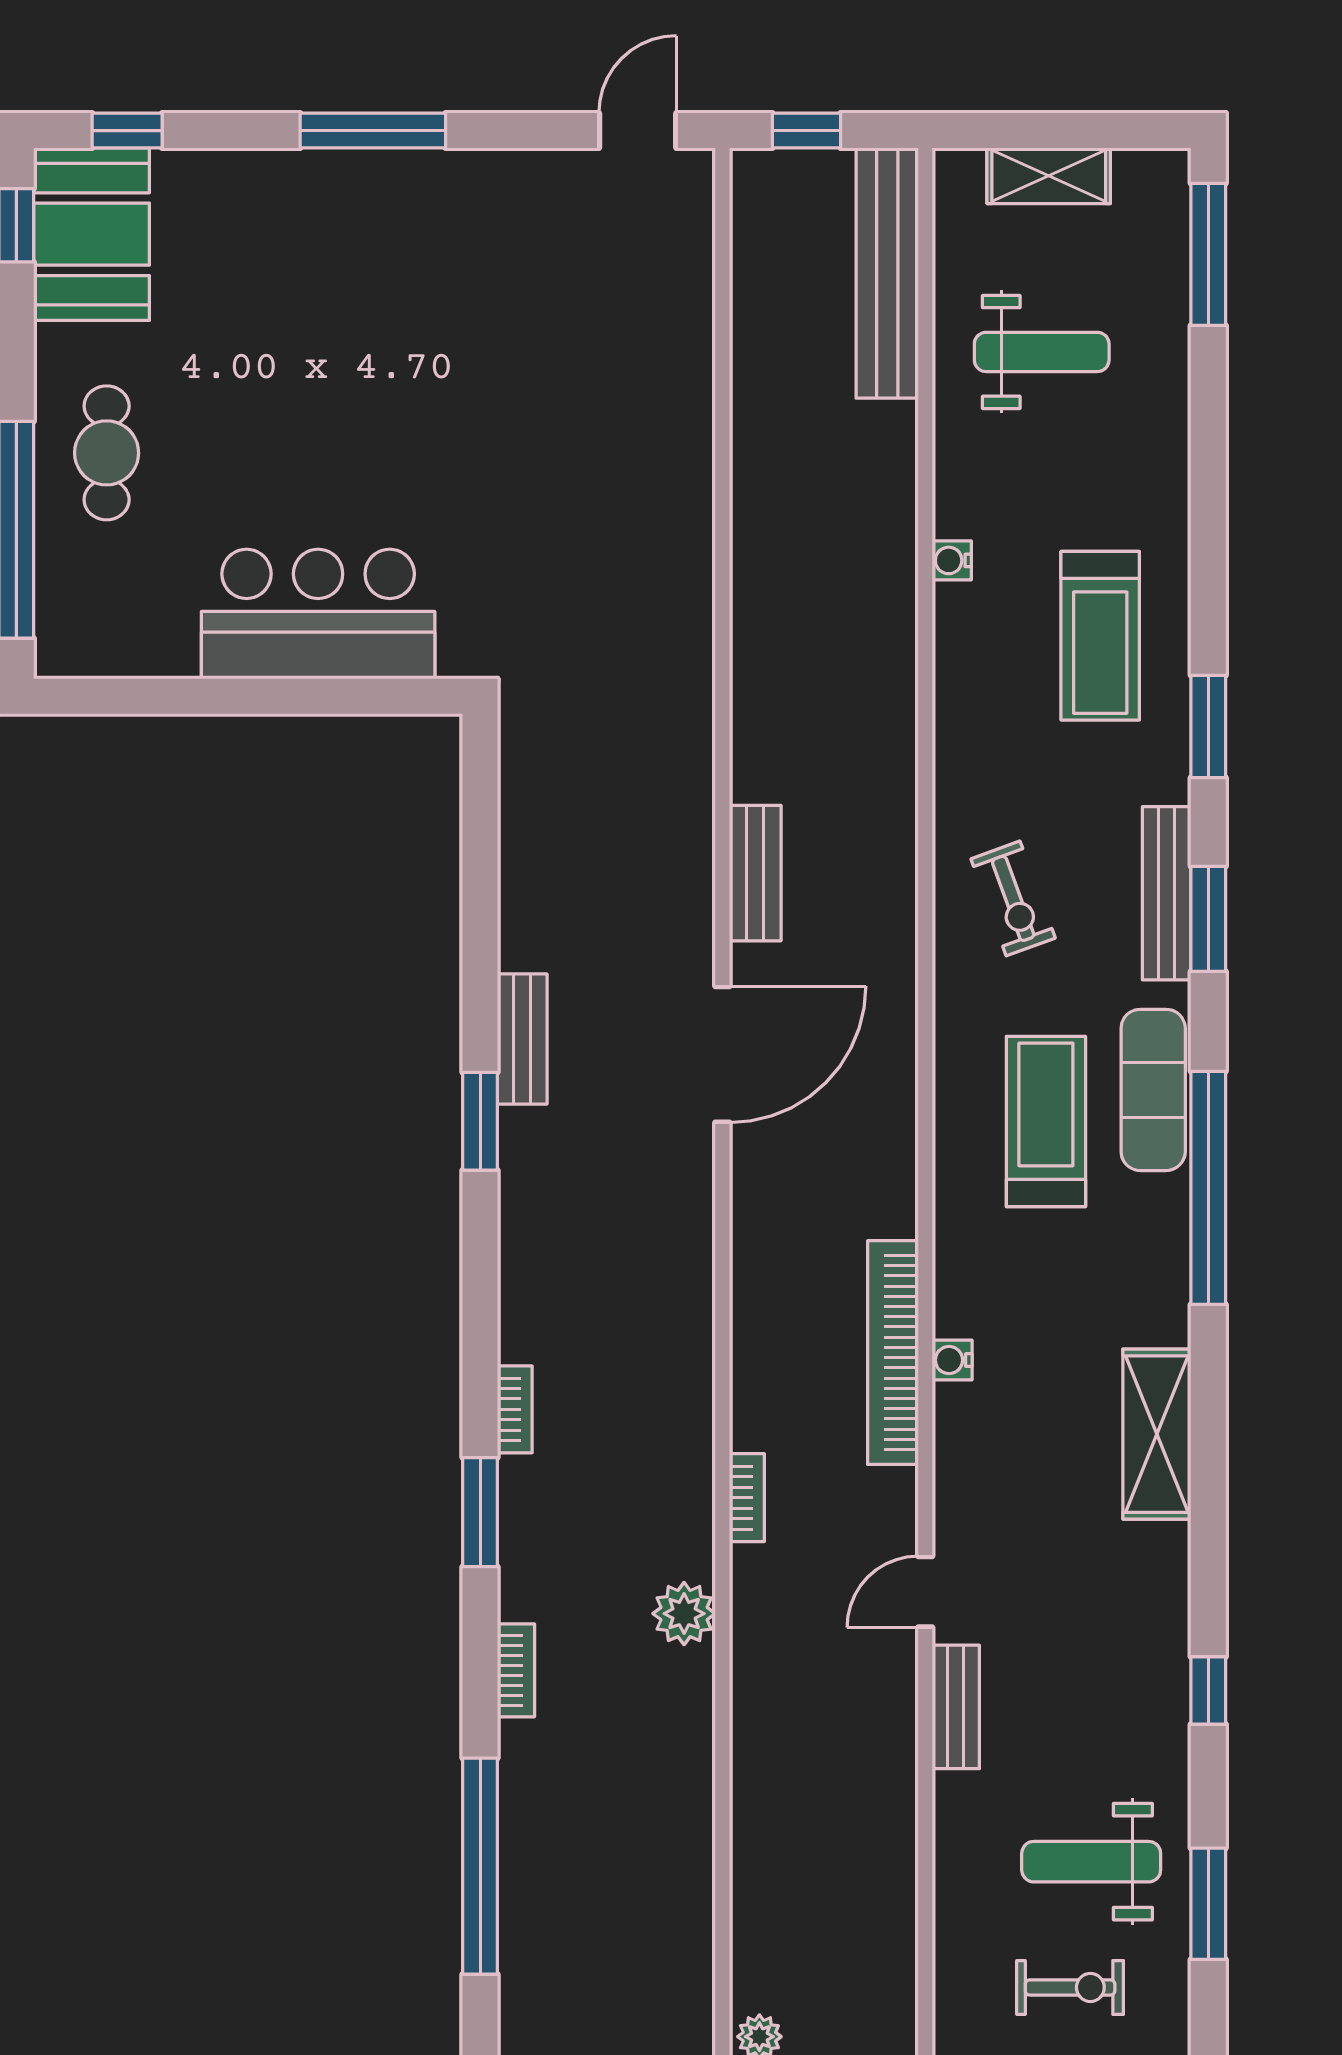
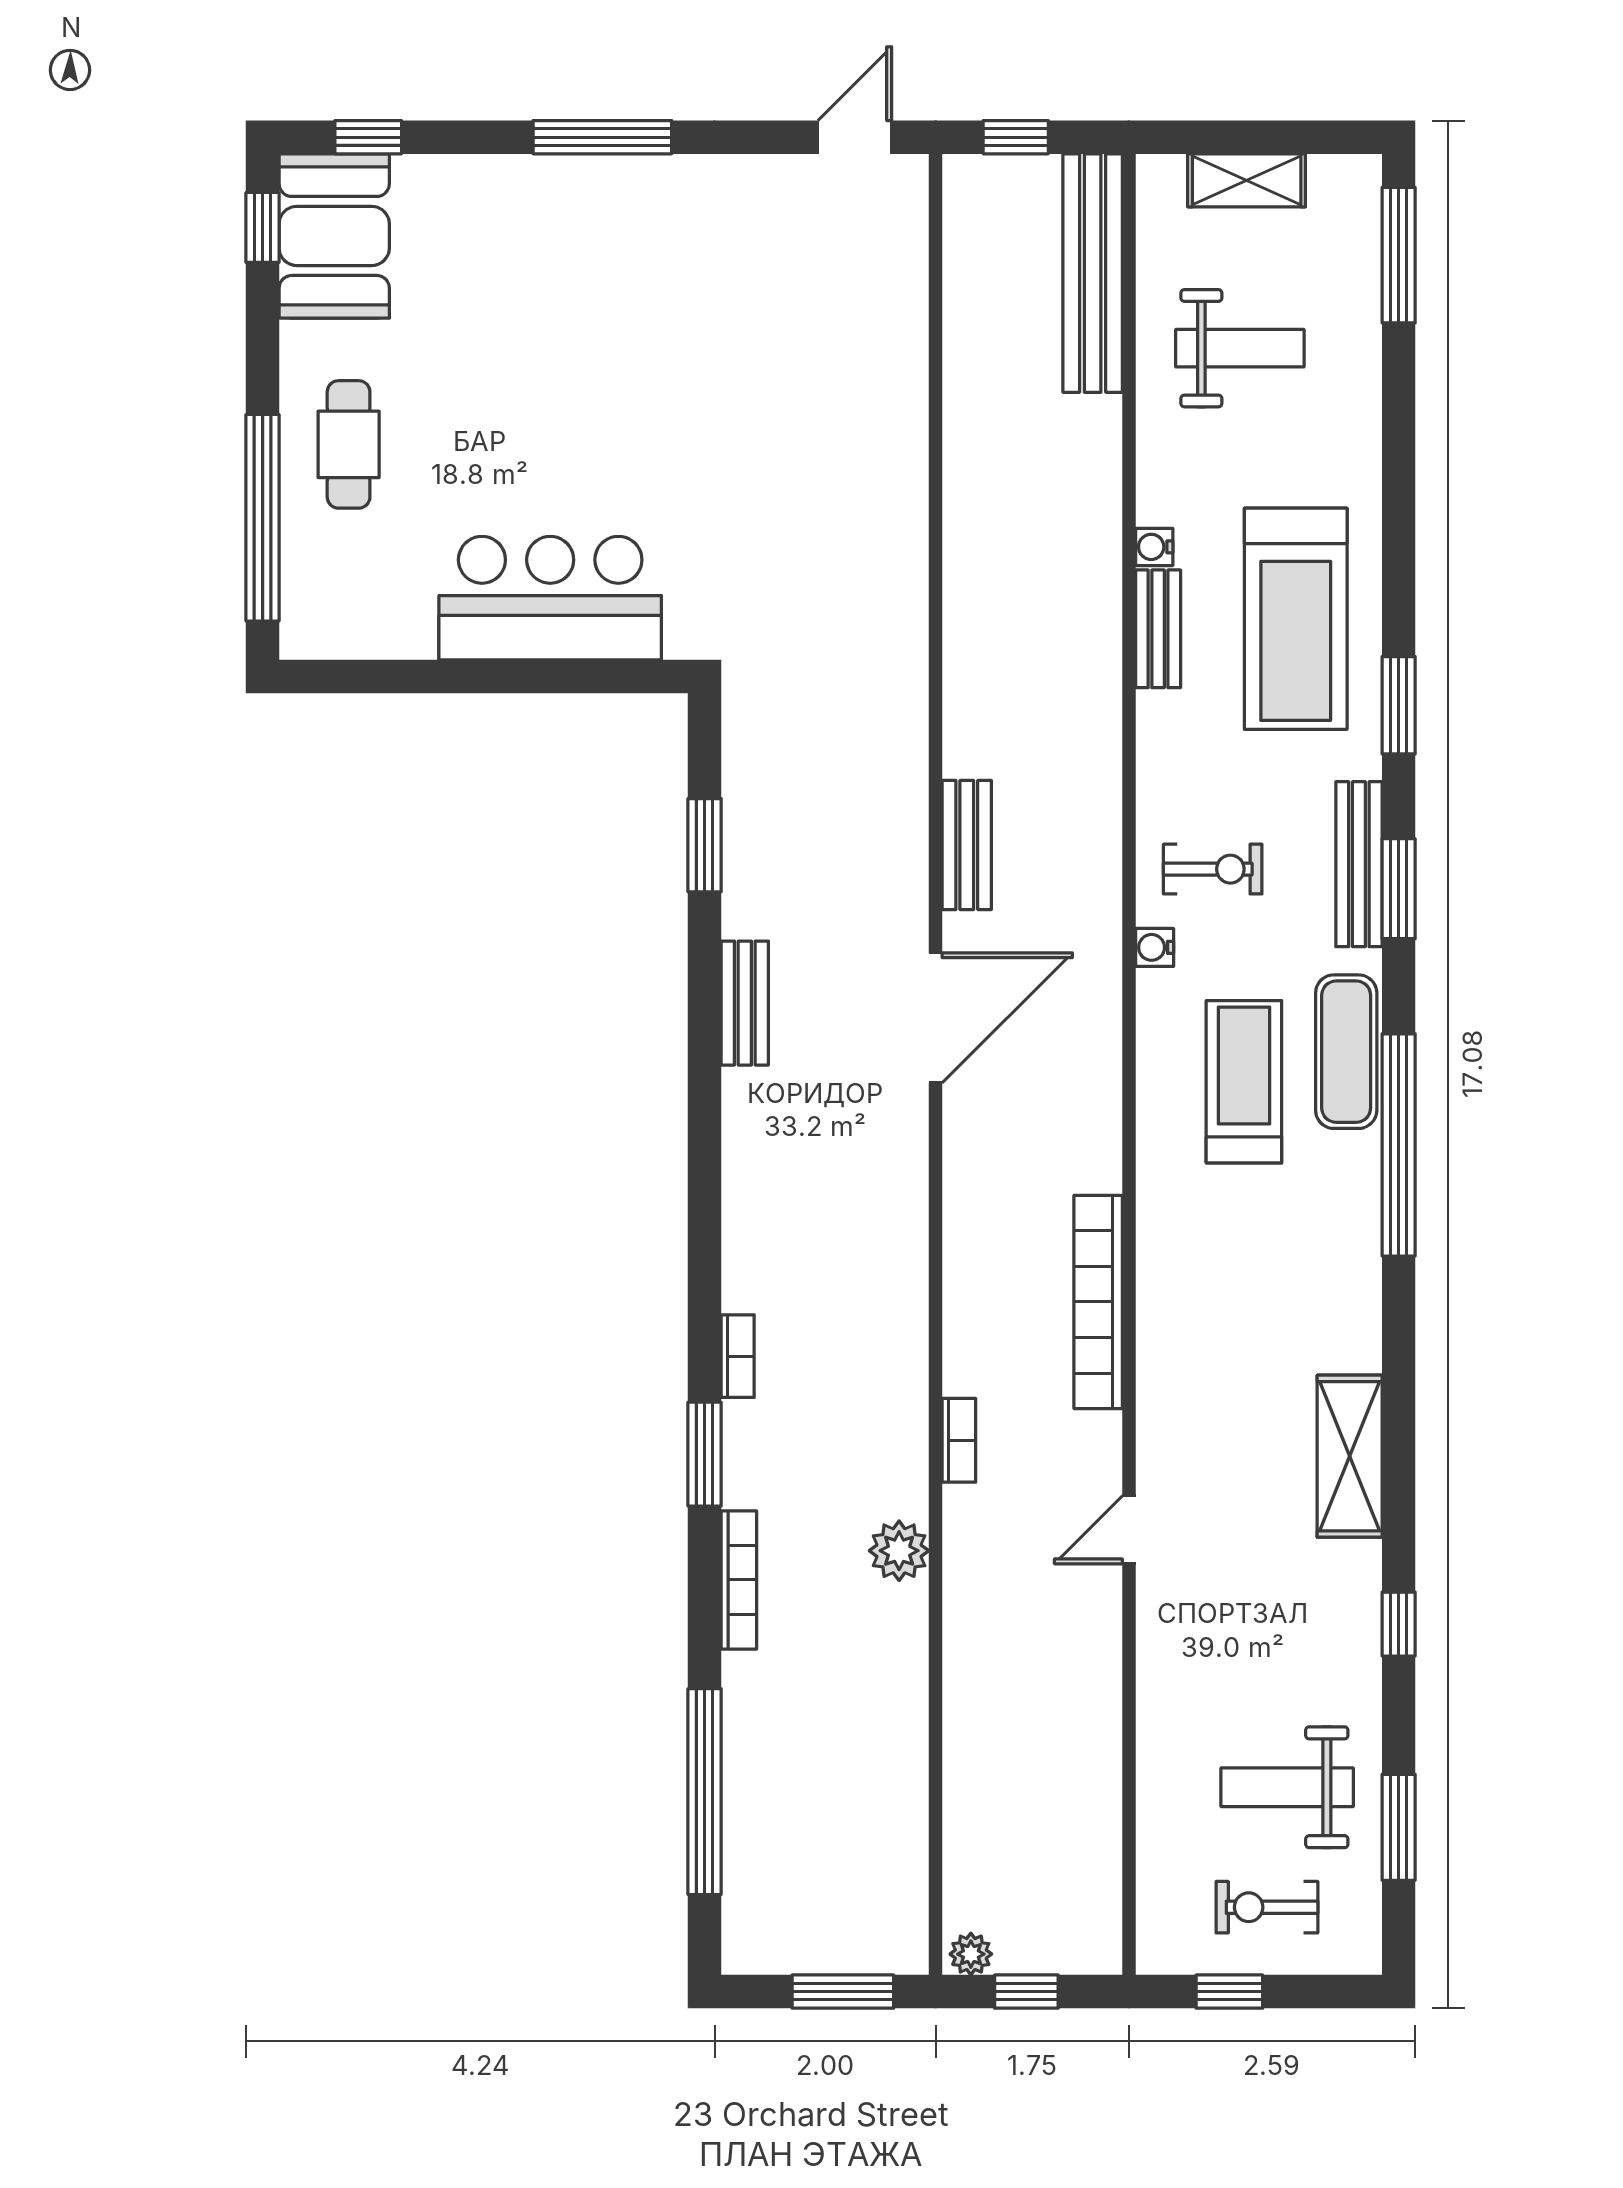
treadmill: (1100, 636) -> (1296, 619), width x1.37, depth x1.38
exercise bike: (1013, 898) -> (1213, 869), turned -70
window: (480, 1121) -> (705, 845), moved
water cooler: (952, 1360) -> (1155, 947), moved
shelving: (1157, 1434) -> (1350, 1456), moved
bookcase: (516, 1670) -> (739, 1580), width x1.56
bench: (956, 1707) -> (1158, 629), moved
exercise bike: (1070, 1987) -> (1267, 1907), turned 180

